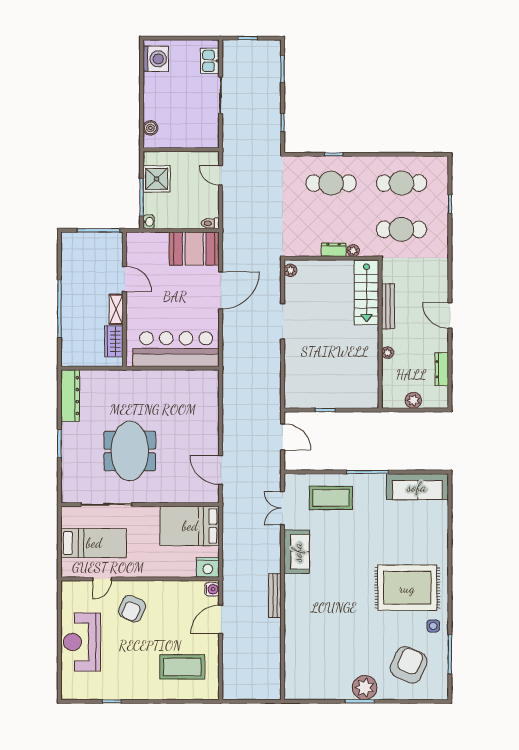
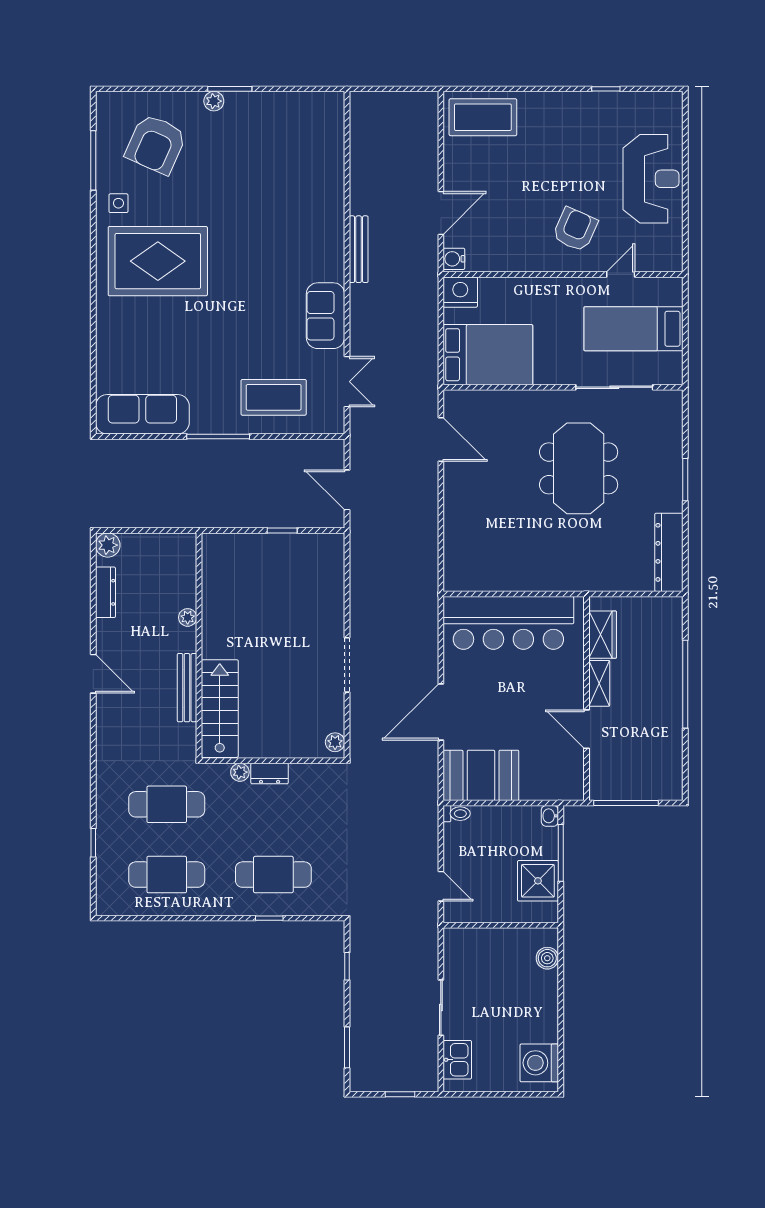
plant: (413, 400) -> (108, 545), moved
coffee table: (182, 667) -> (483, 117), moved
plant: (365, 688) -> (214, 101), width x0.53, depth x0.53

